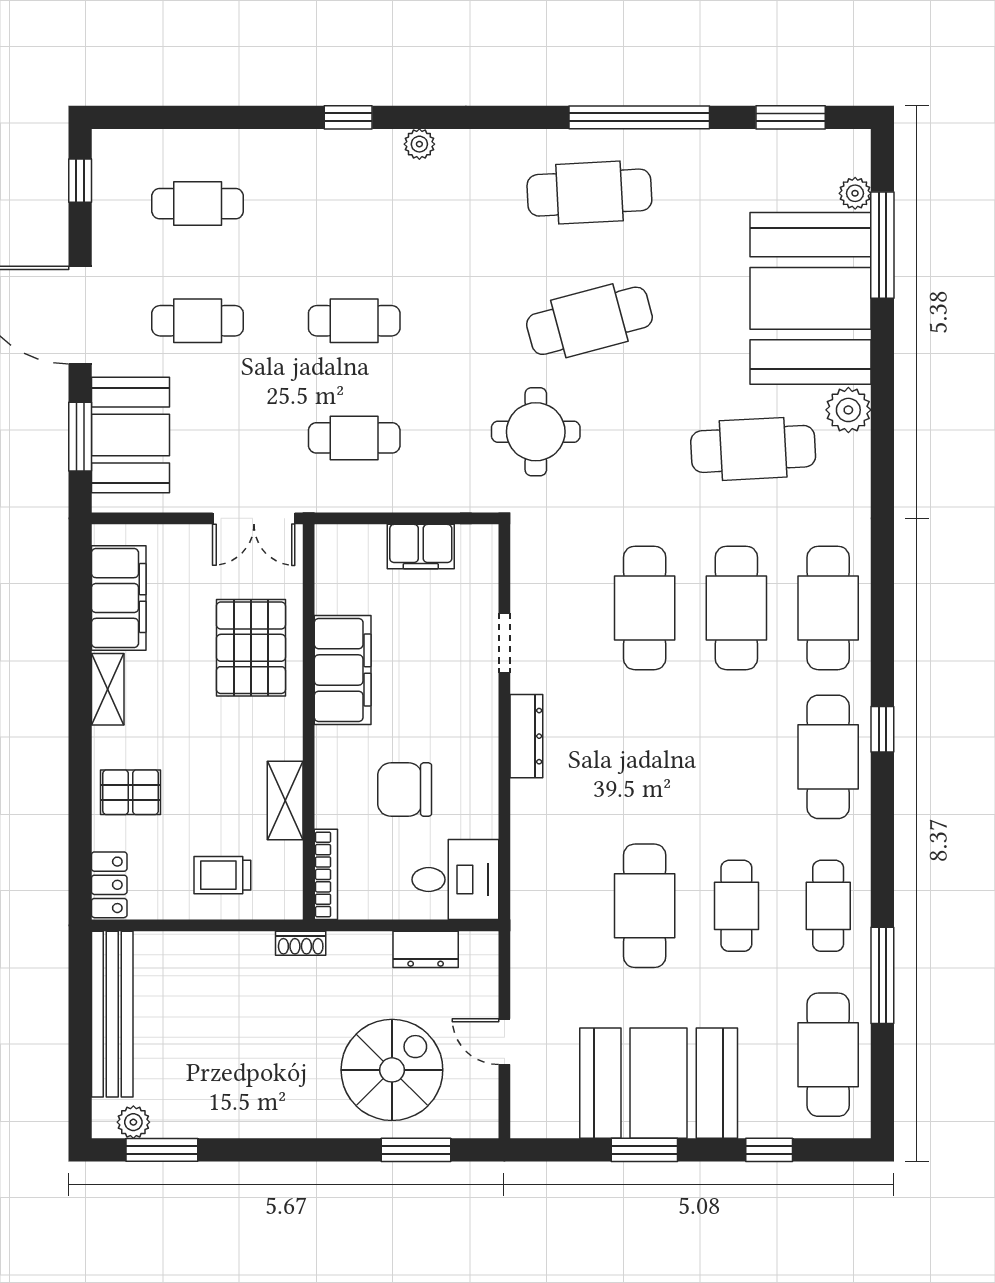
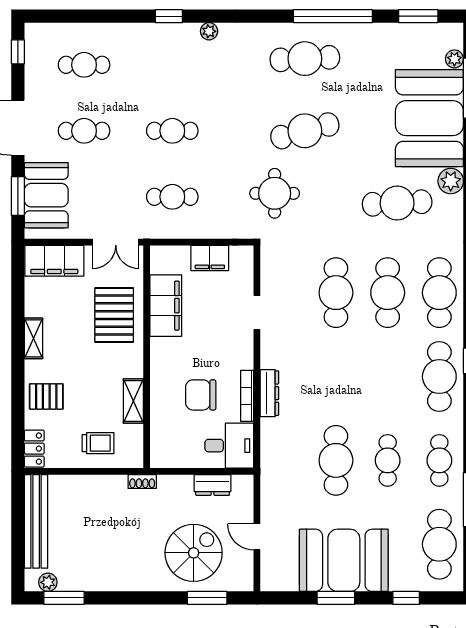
filing cabinet: (119, 598) -> (54, 261), moved, turned 90
filing cabinet: (343, 670) -> (166, 306), moved
dresser: (526, 736) -> (269, 393), moved
bookcase: (326, 874) -> (247, 396), moved, turned 180
trolley: (222, 875) -> (98, 443), turned 180

